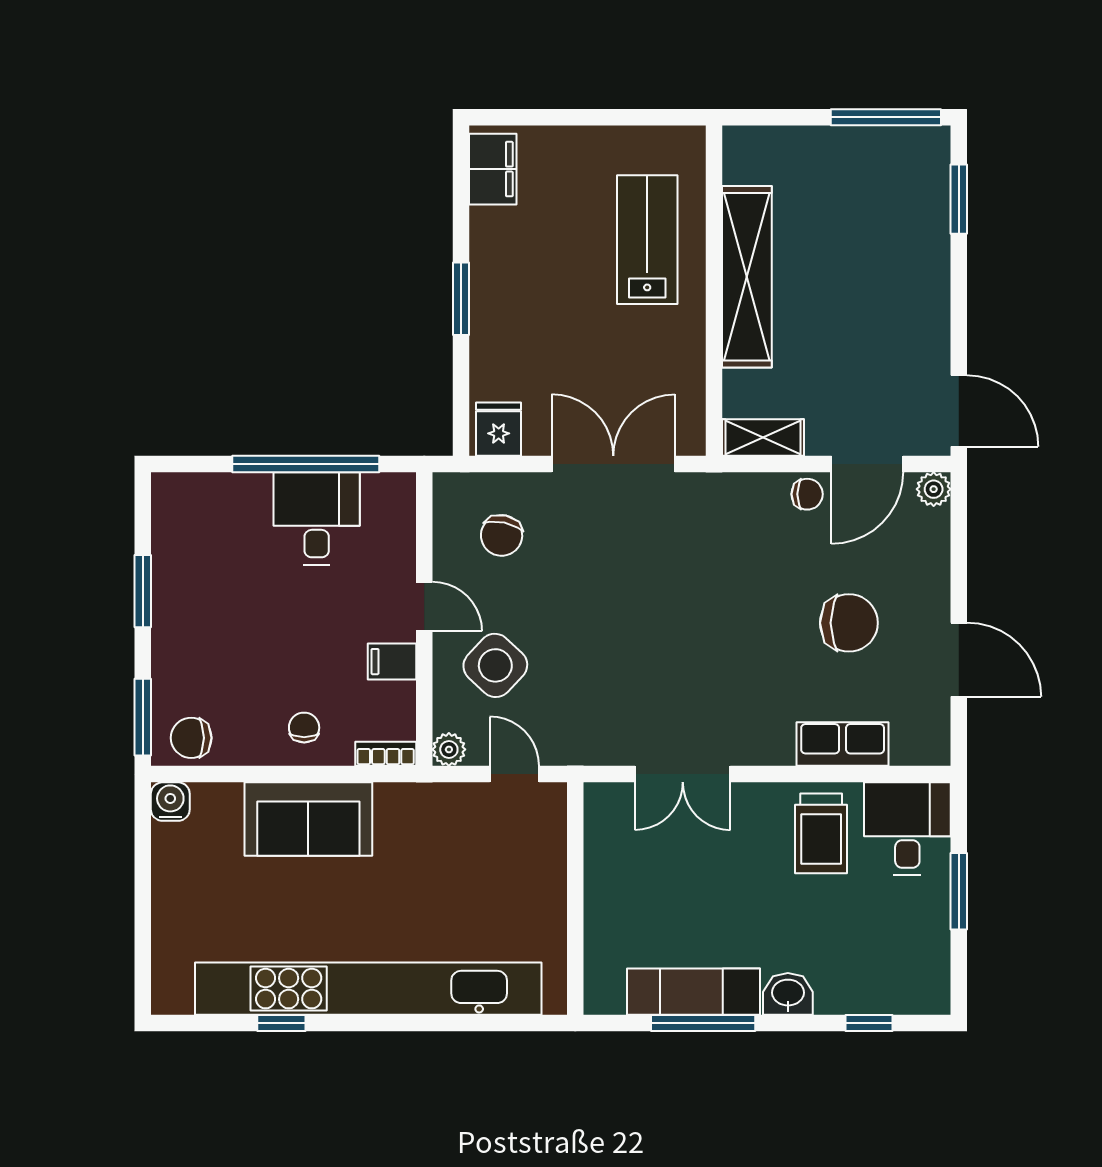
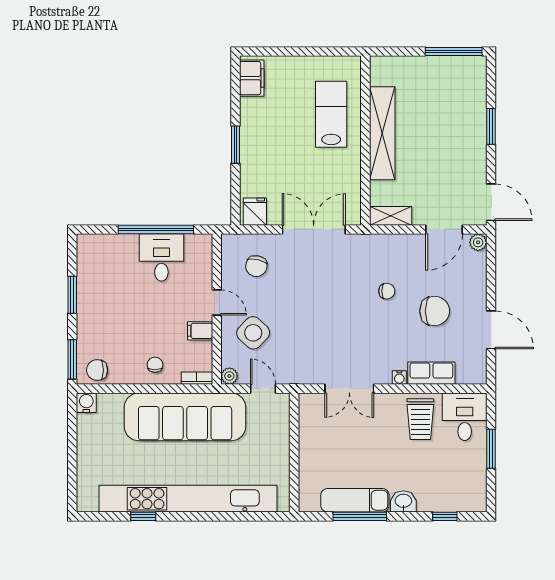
window: (959, 199) -> (491, 126), moved
chair: (807, 494) -> (387, 291), moved
water cooler: (780, 753) -> (399, 378), added
sofa: (308, 819) -> (185, 417), width x1.85, depth x1.27

